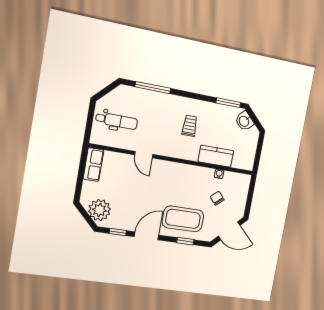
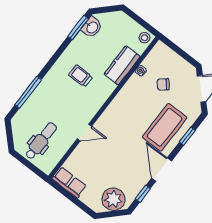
washbasin: (244, 121) -> (92, 27), moved, turned -45
stool: (247, 162) -> (144, 38), added

